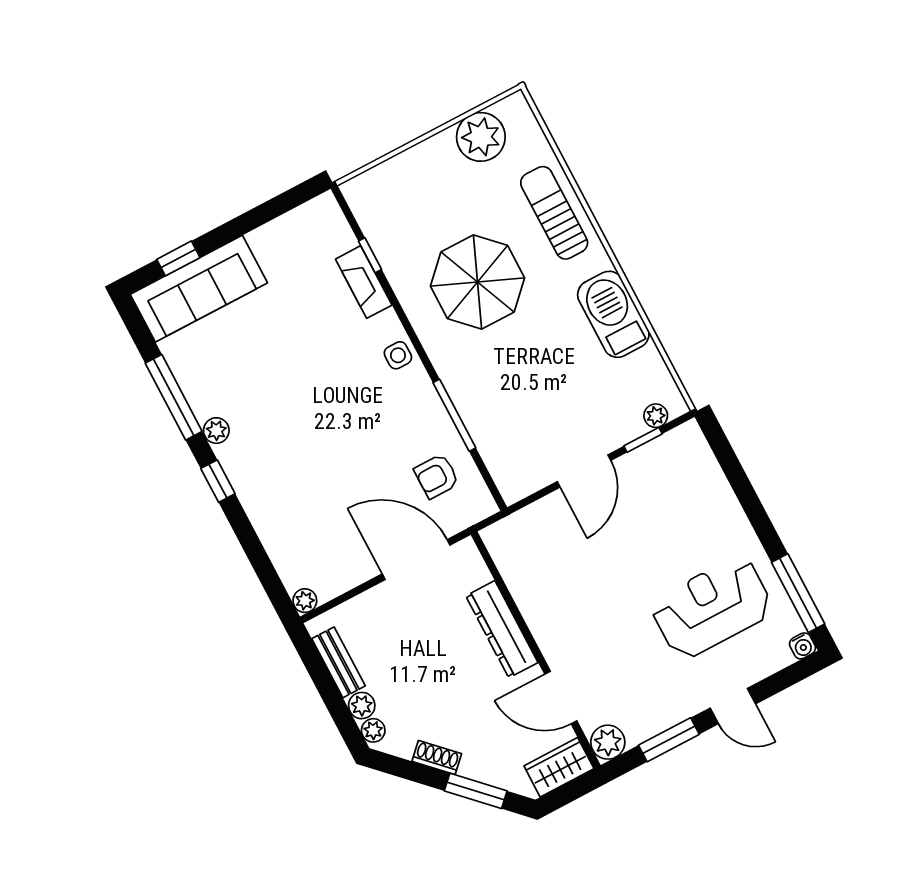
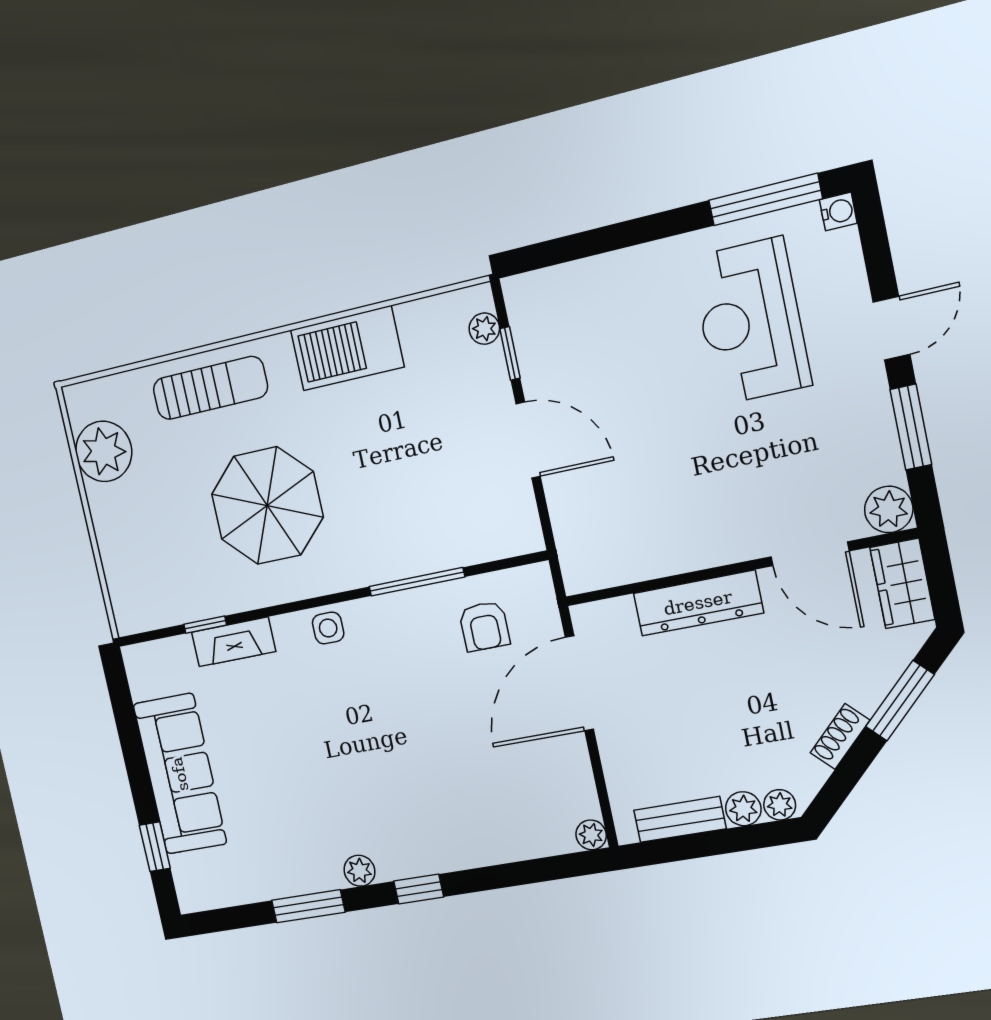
sun lounger: (554, 213) -> (210, 388), turned 180
sofa: (199, 289) -> (180, 774), moved
window: (174, 397) -> (308, 906), width x0.69
door: (561, 698) -> (810, 554), hinge flipped

